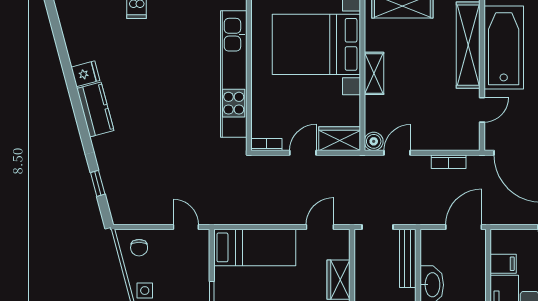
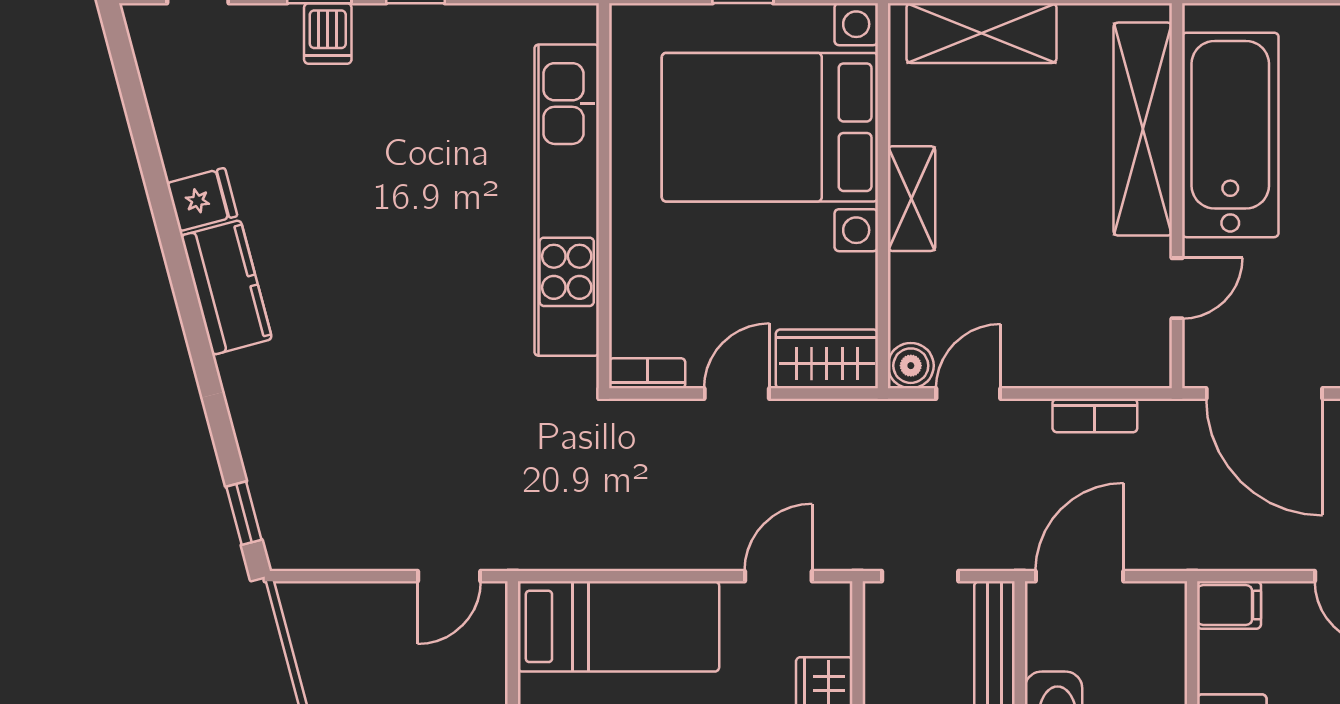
window: (98, 183) -> (244, 513), moved
door: (186, 227) -> (449, 576), swing flipped
door: (464, 227) -> (1080, 576), moved
chair: (139, 248) -> (334, 627), removed
filing cabinet: (503, 264) -> (1229, 605), moved

